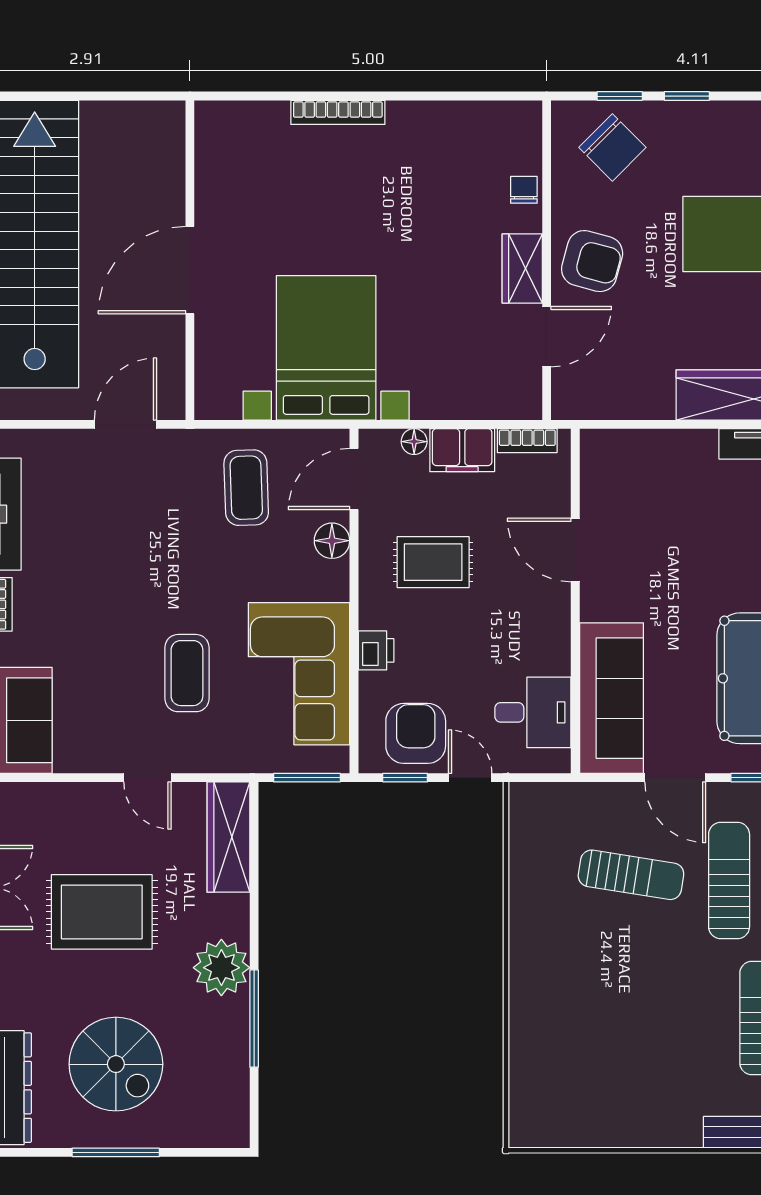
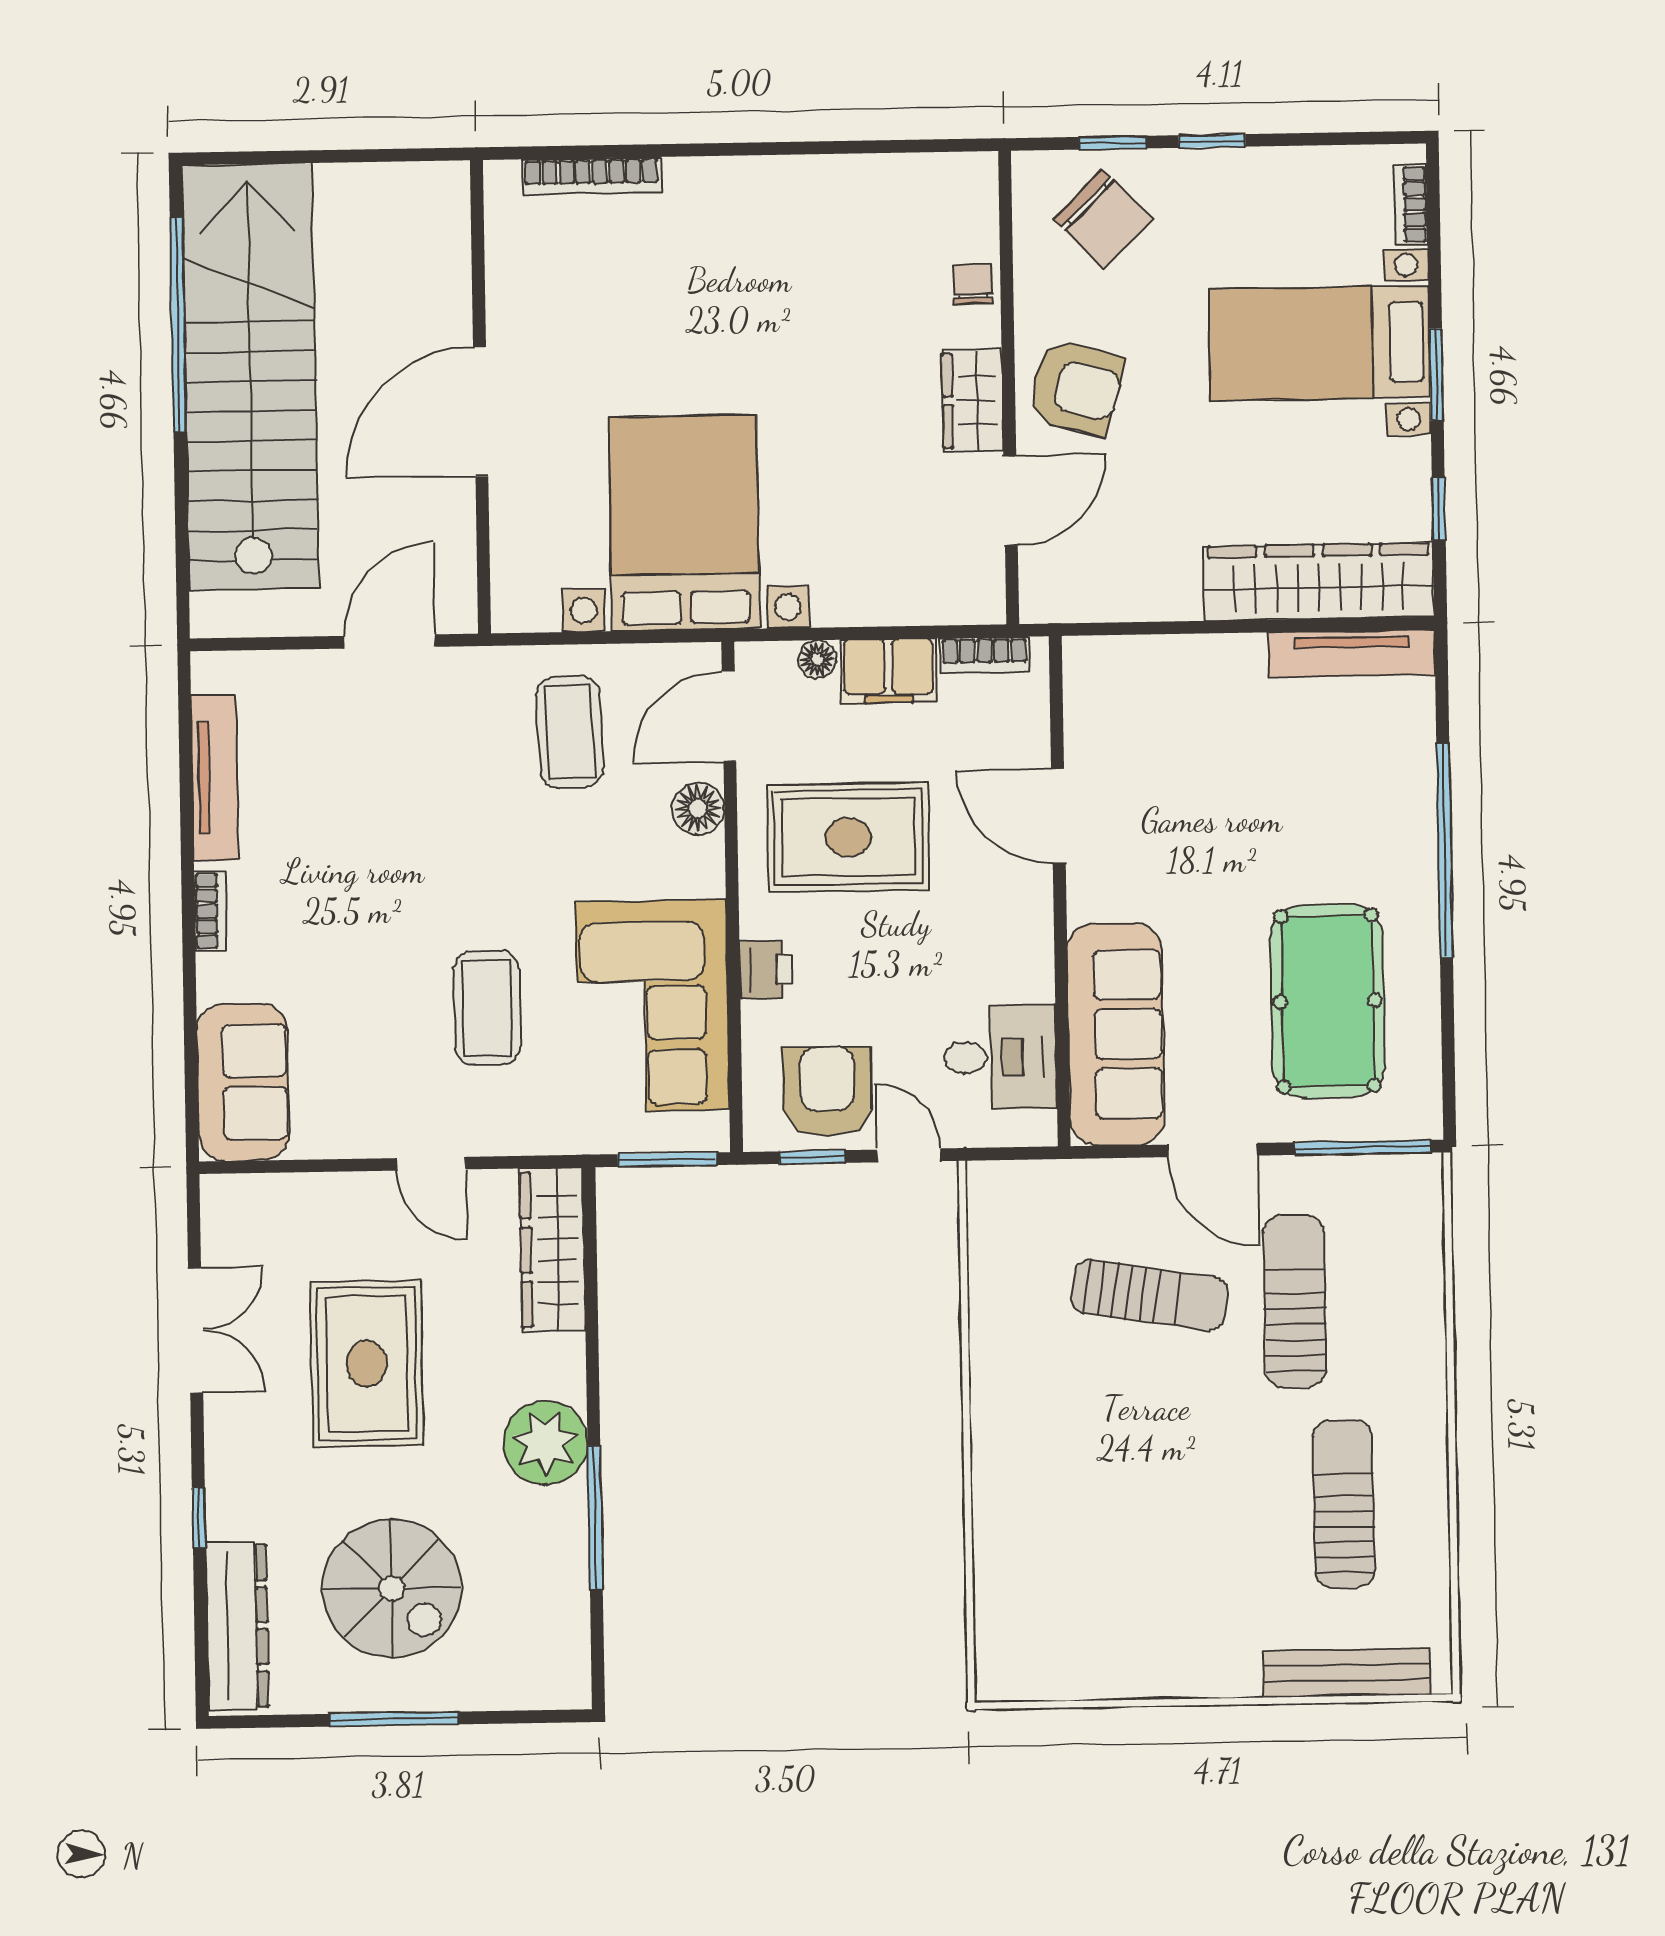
bookcase: (338, 112) -> (592, 176), moved
rug: (433, 562) -> (848, 837), width x1.36, depth x1.43
rug: (102, 912) -> (367, 1364), turned 90

